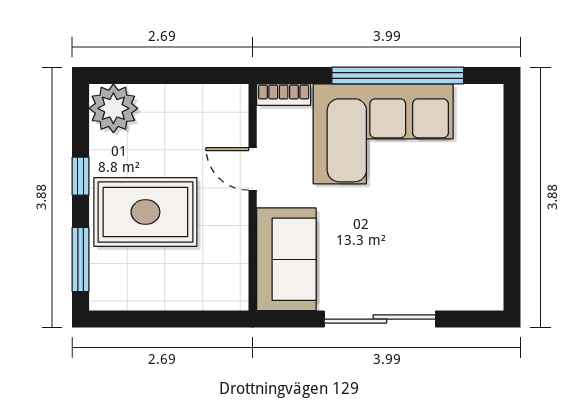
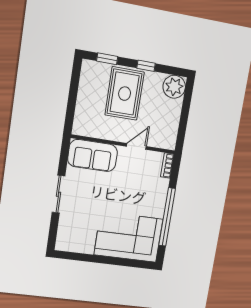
corner sofa: (383, 134) -> (129, 237), moved, turned 90
window: (81, 259) -> (107, 59), width x0.67
sliding door: (380, 319) -> (59, 194), width x0.73

